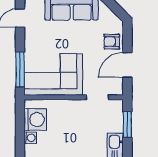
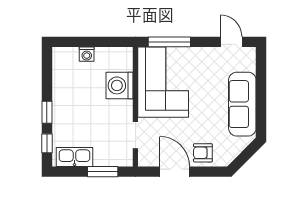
armchair: (112, 42) -> (203, 153), turned -90
washing machine: (35, 120) -> (120, 85), moved, turned 90

